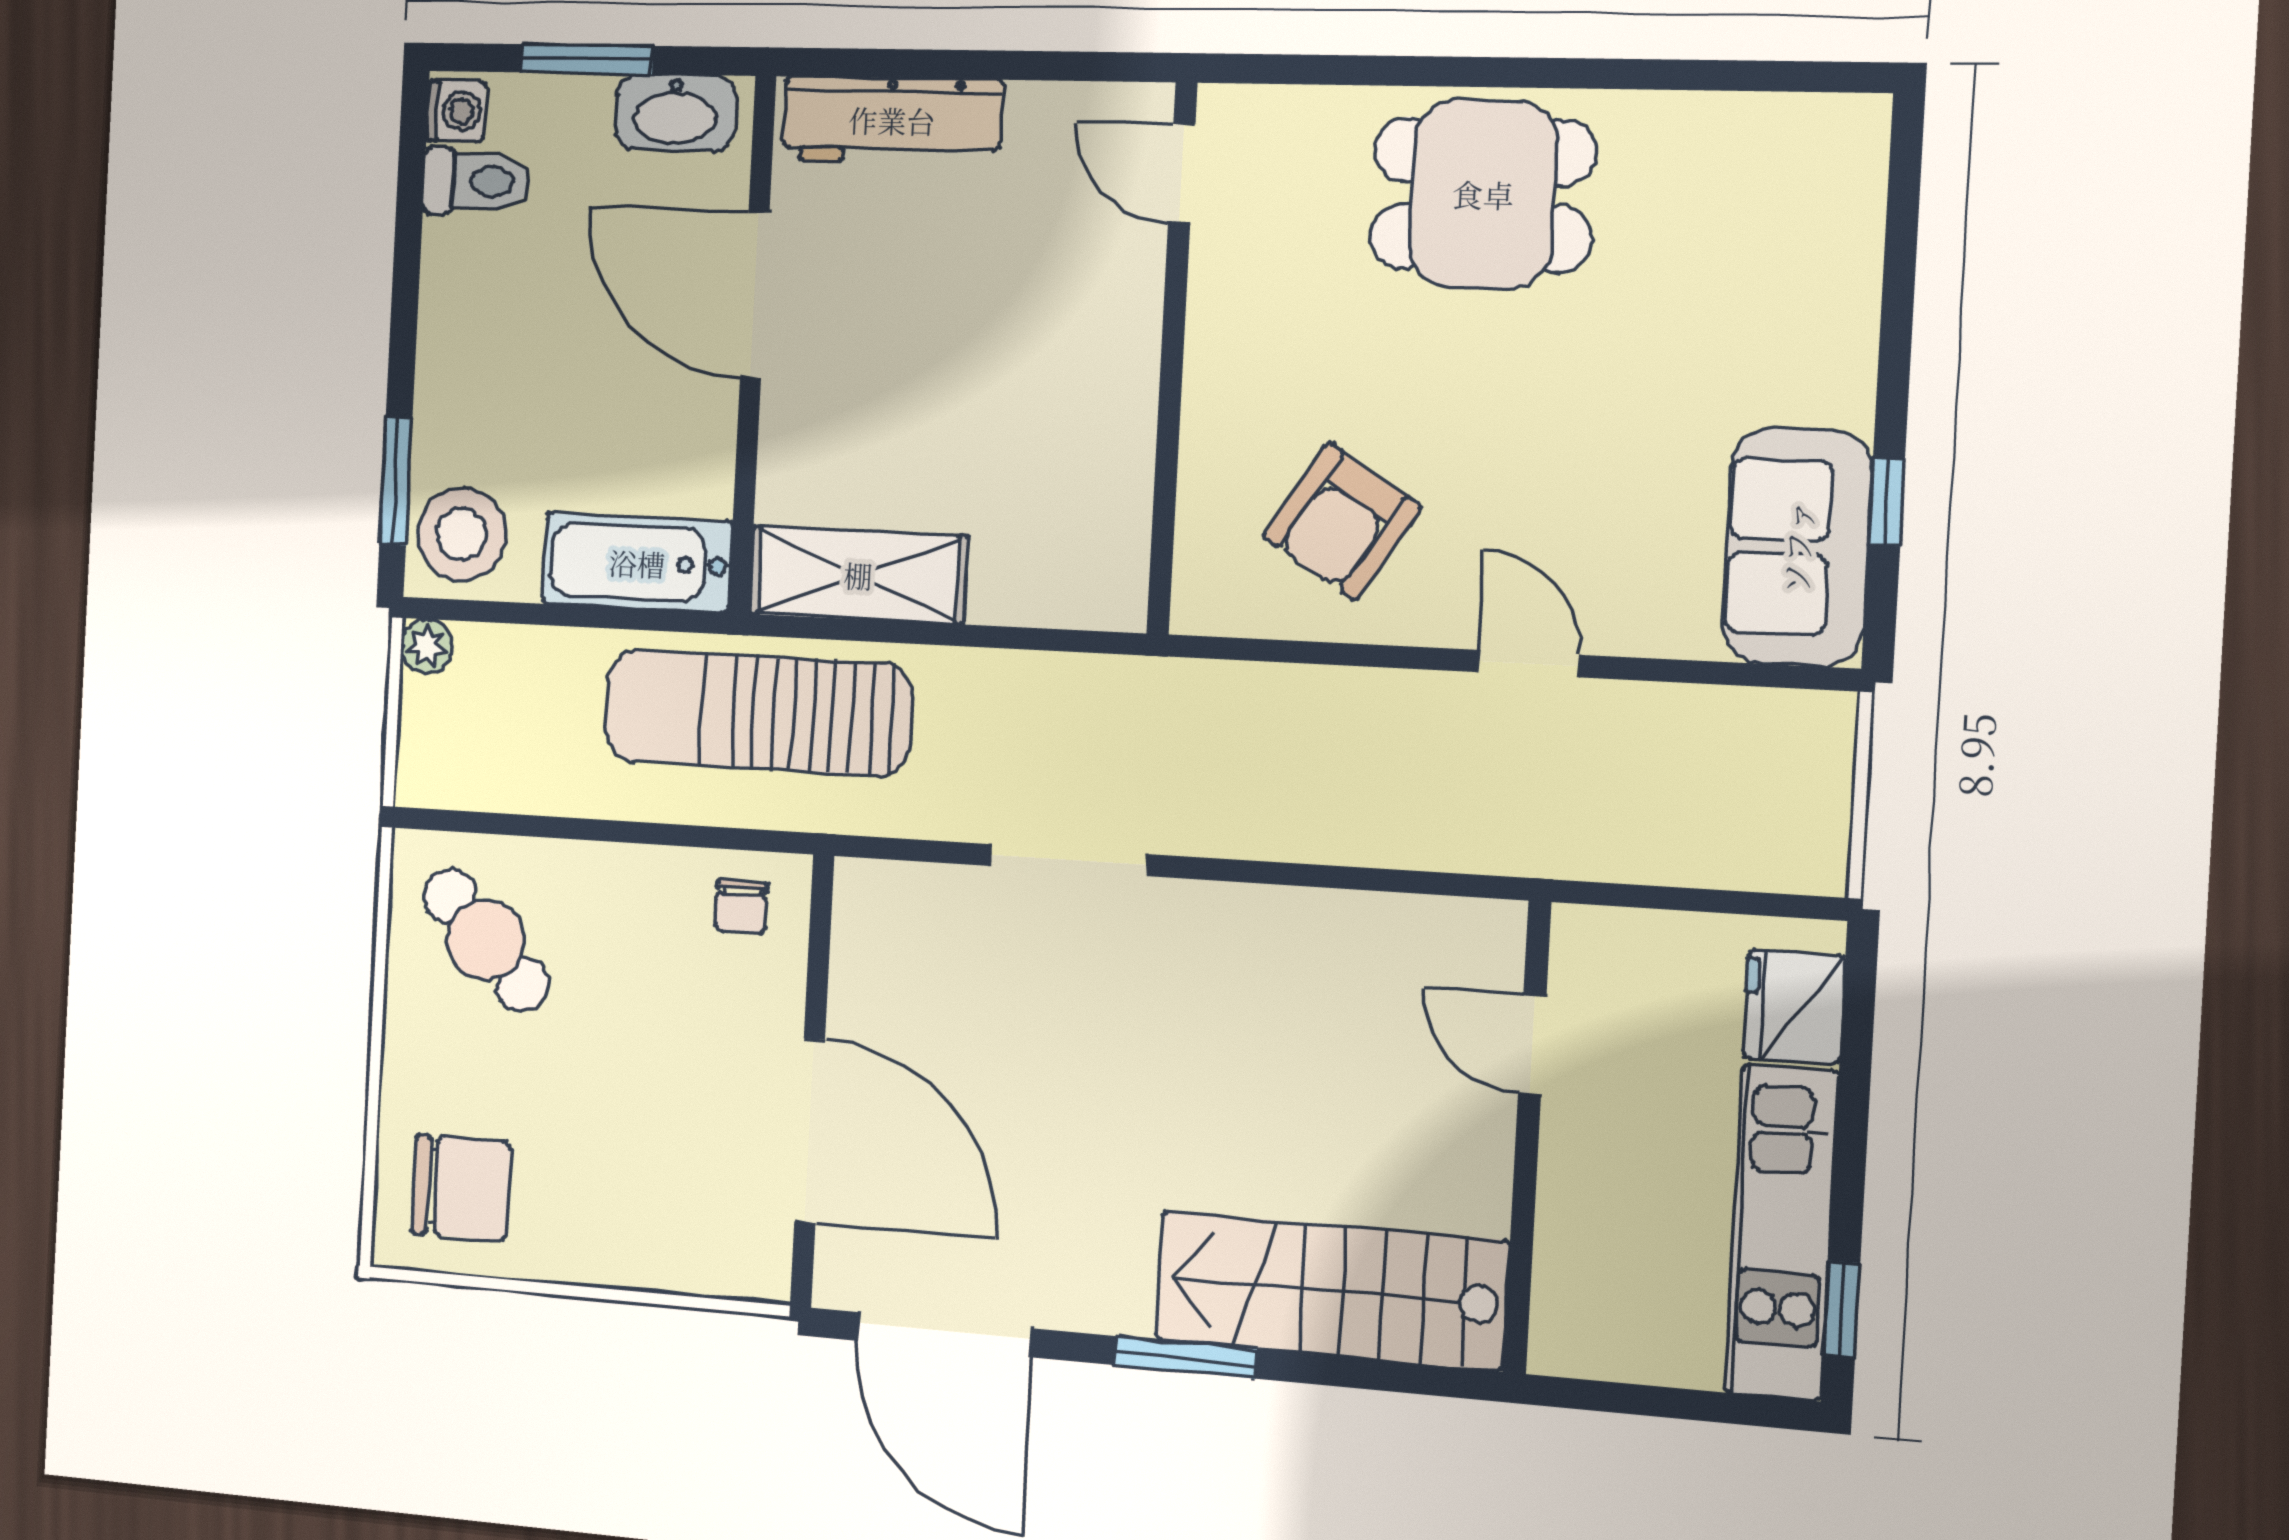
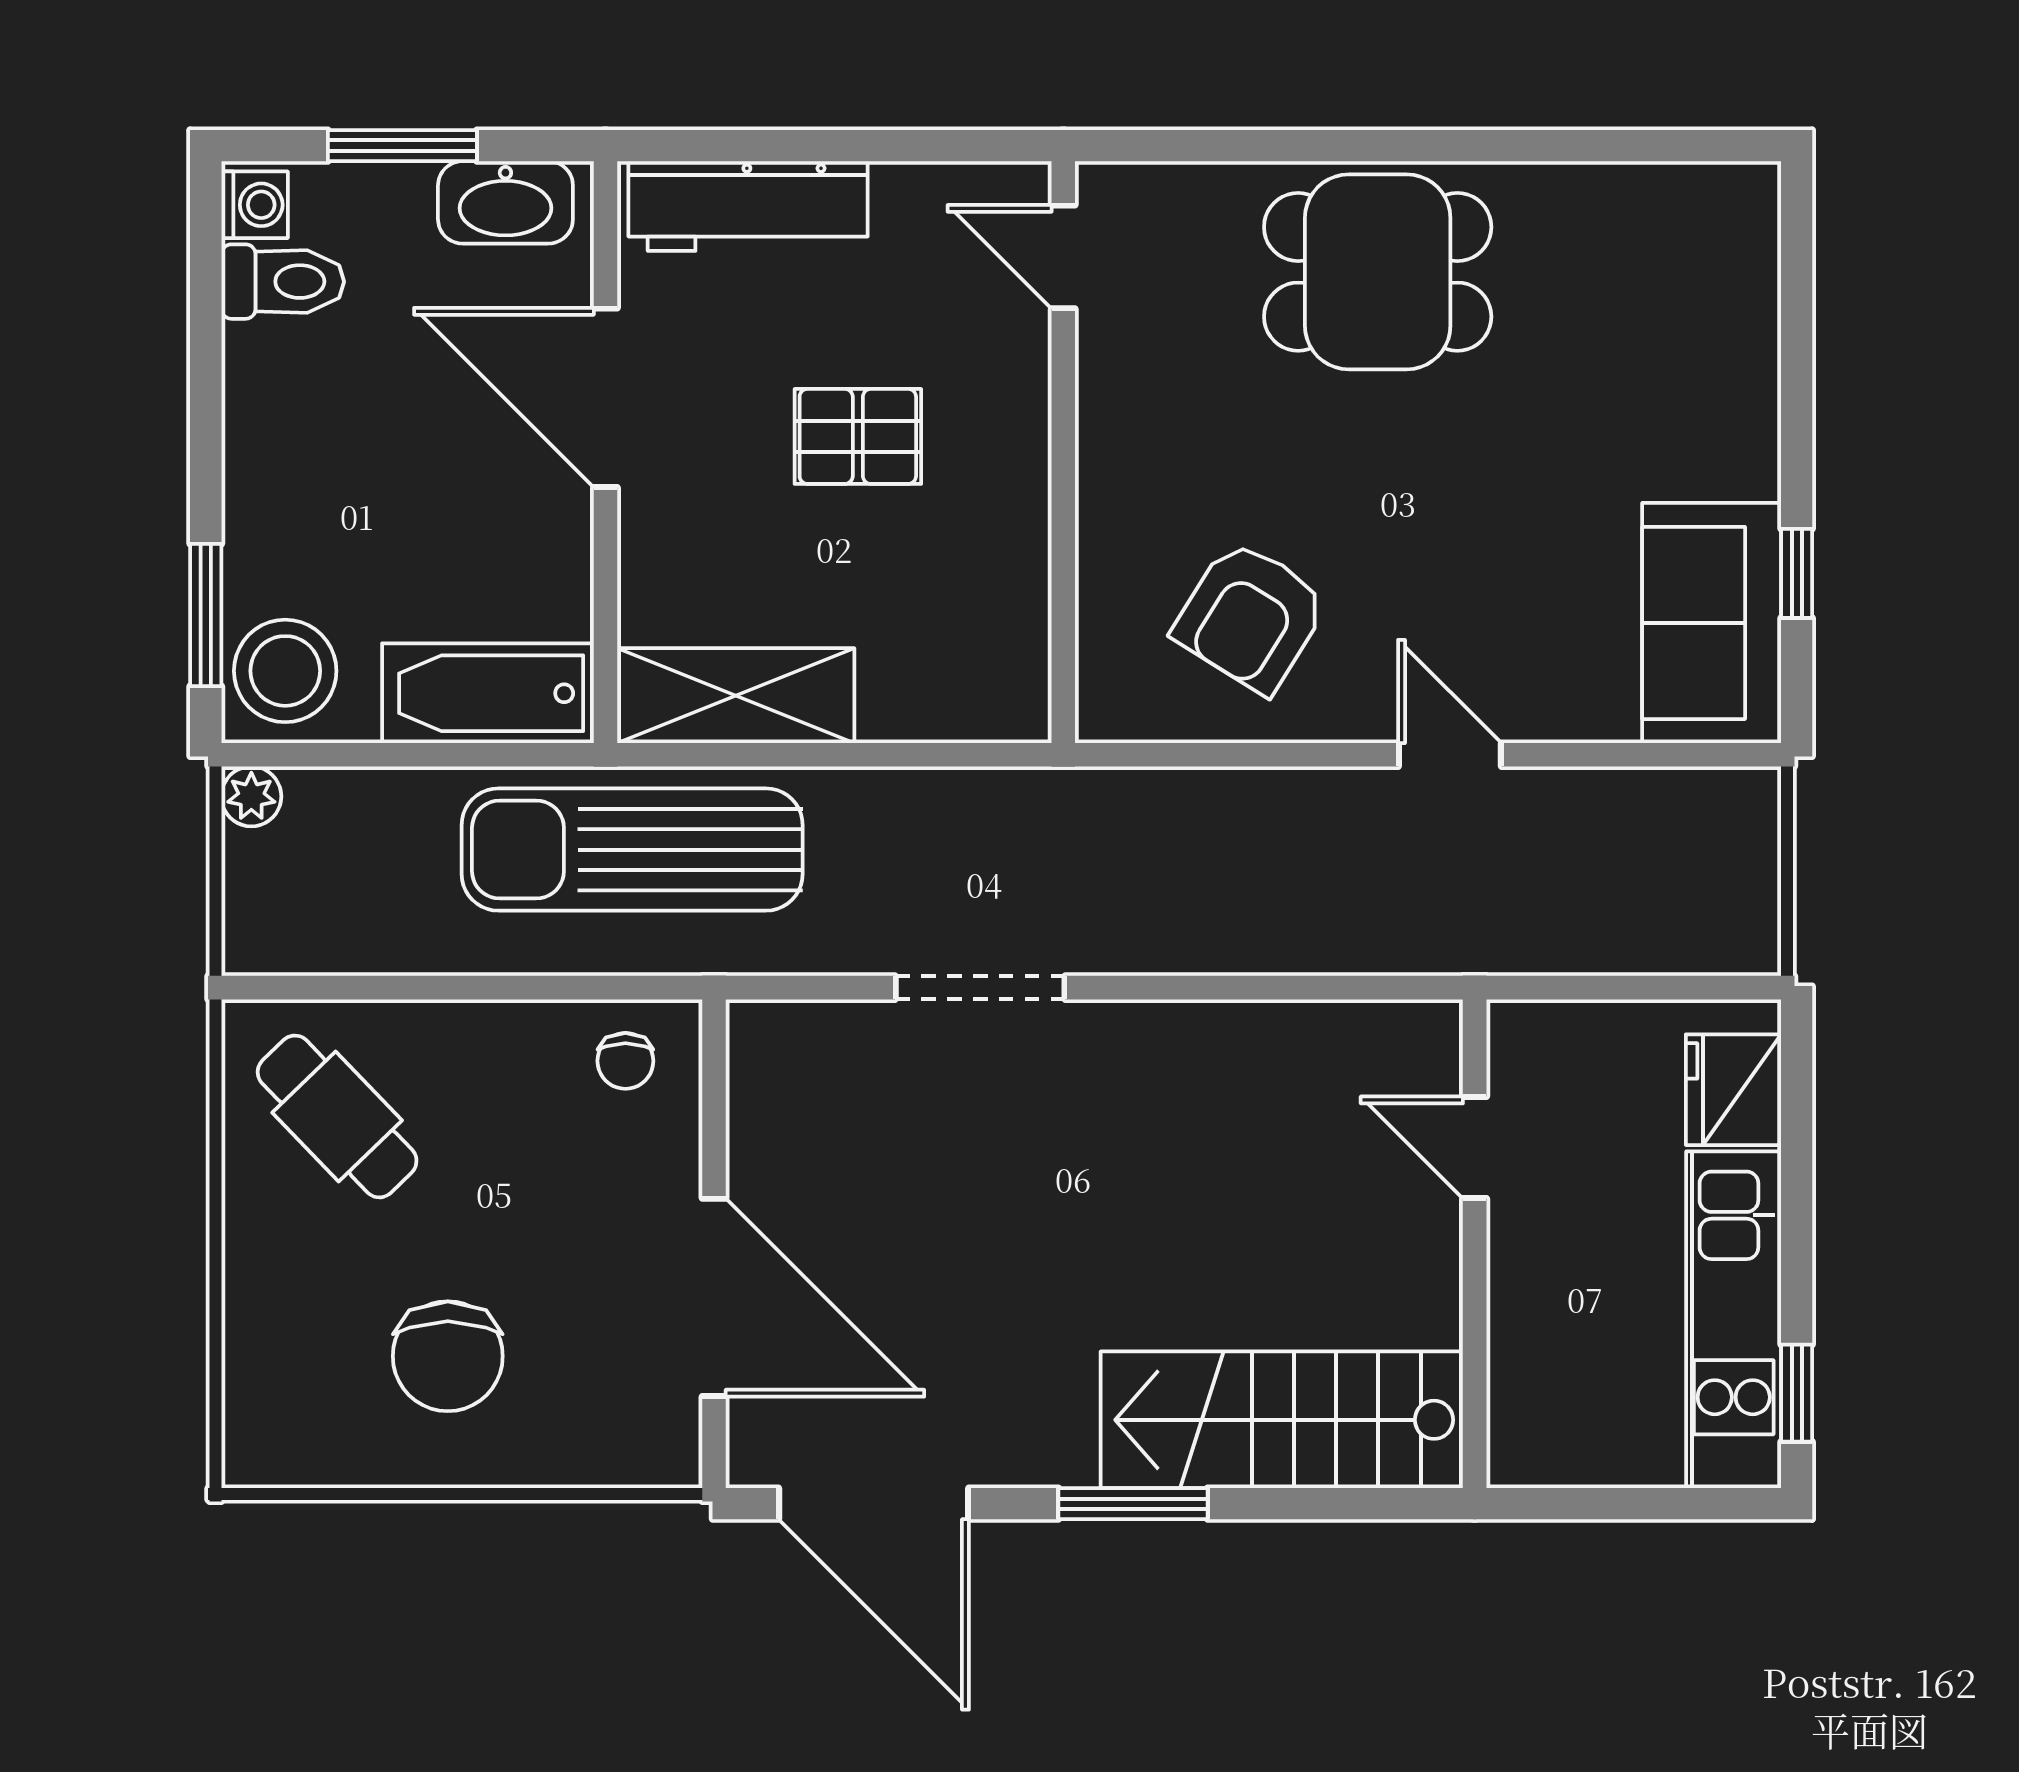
pallet: (982, 338) -> (858, 436), added
chair: (461, 1188) -> (448, 1356), moved, turned 90

